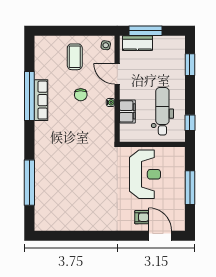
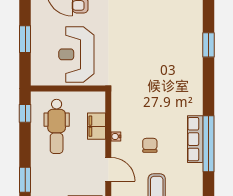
window: (29, 183) -> (208, 45), width x0.47
window: (190, 188) -> (25, 39), width x0.69

